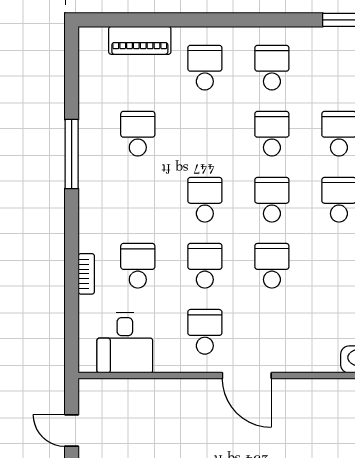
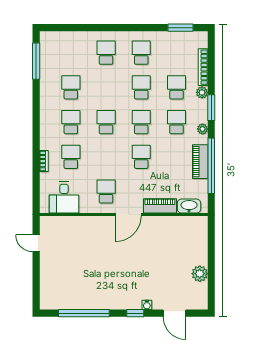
piano: (140, 40) -> (160, 206), moved, turned 180
window: (72, 154) -> (36, 61), moved
school desk: (205, 266) -> (71, 122), moved
door: (247, 376) -> (128, 215), hinge flipped

